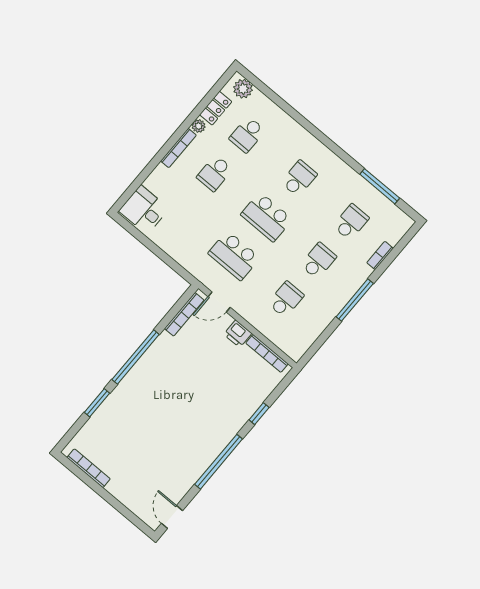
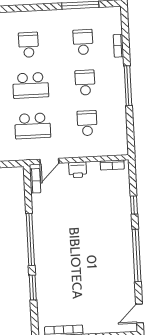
bookcase: (184, 314) -> (35, 181), width x0.64
bookcase: (267, 353) -> (112, 165), width x0.64
door: (172, 517) -> (139, 314), hinge flipped

